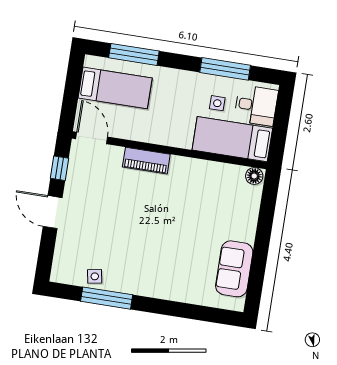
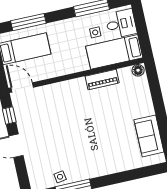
piano: (146, 161) -> (102, 79), moved

